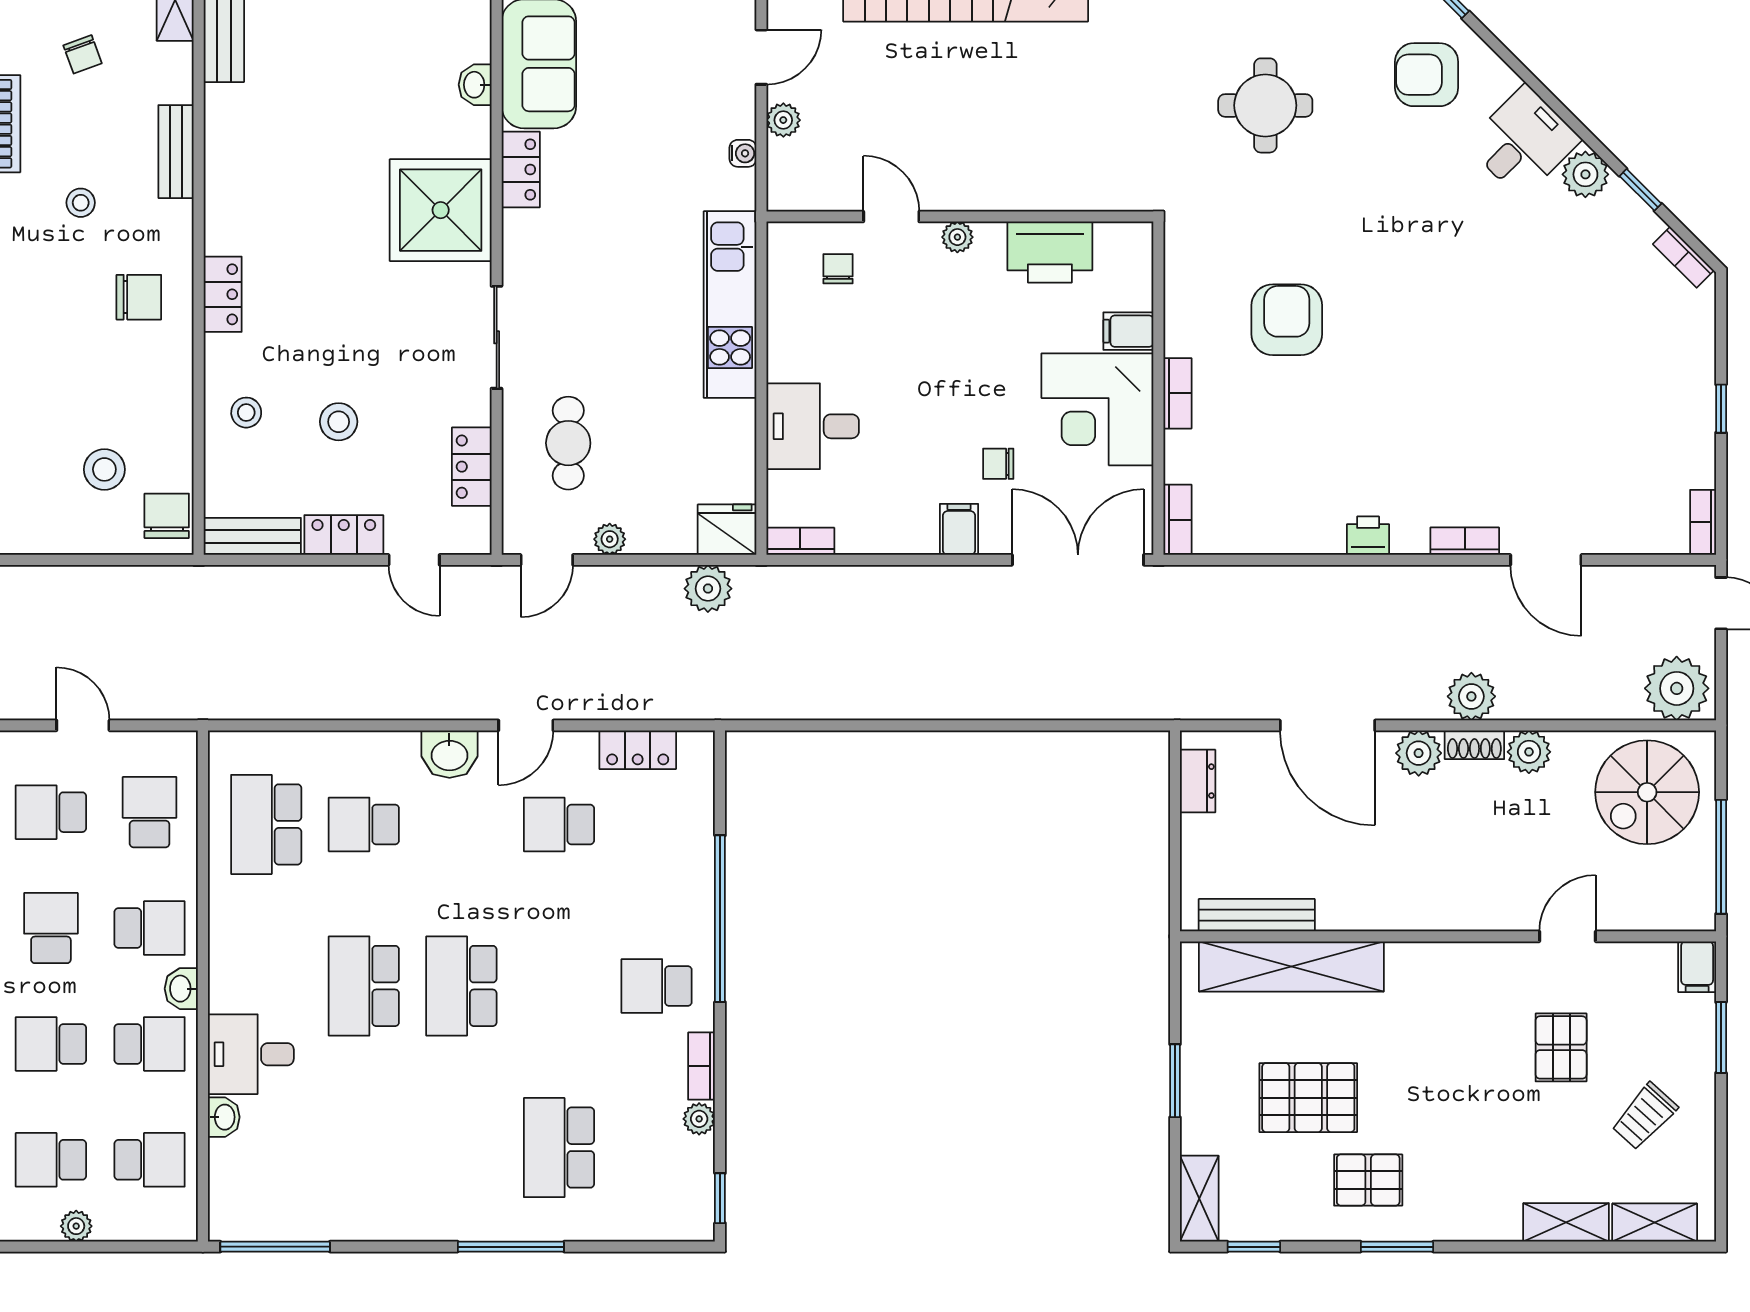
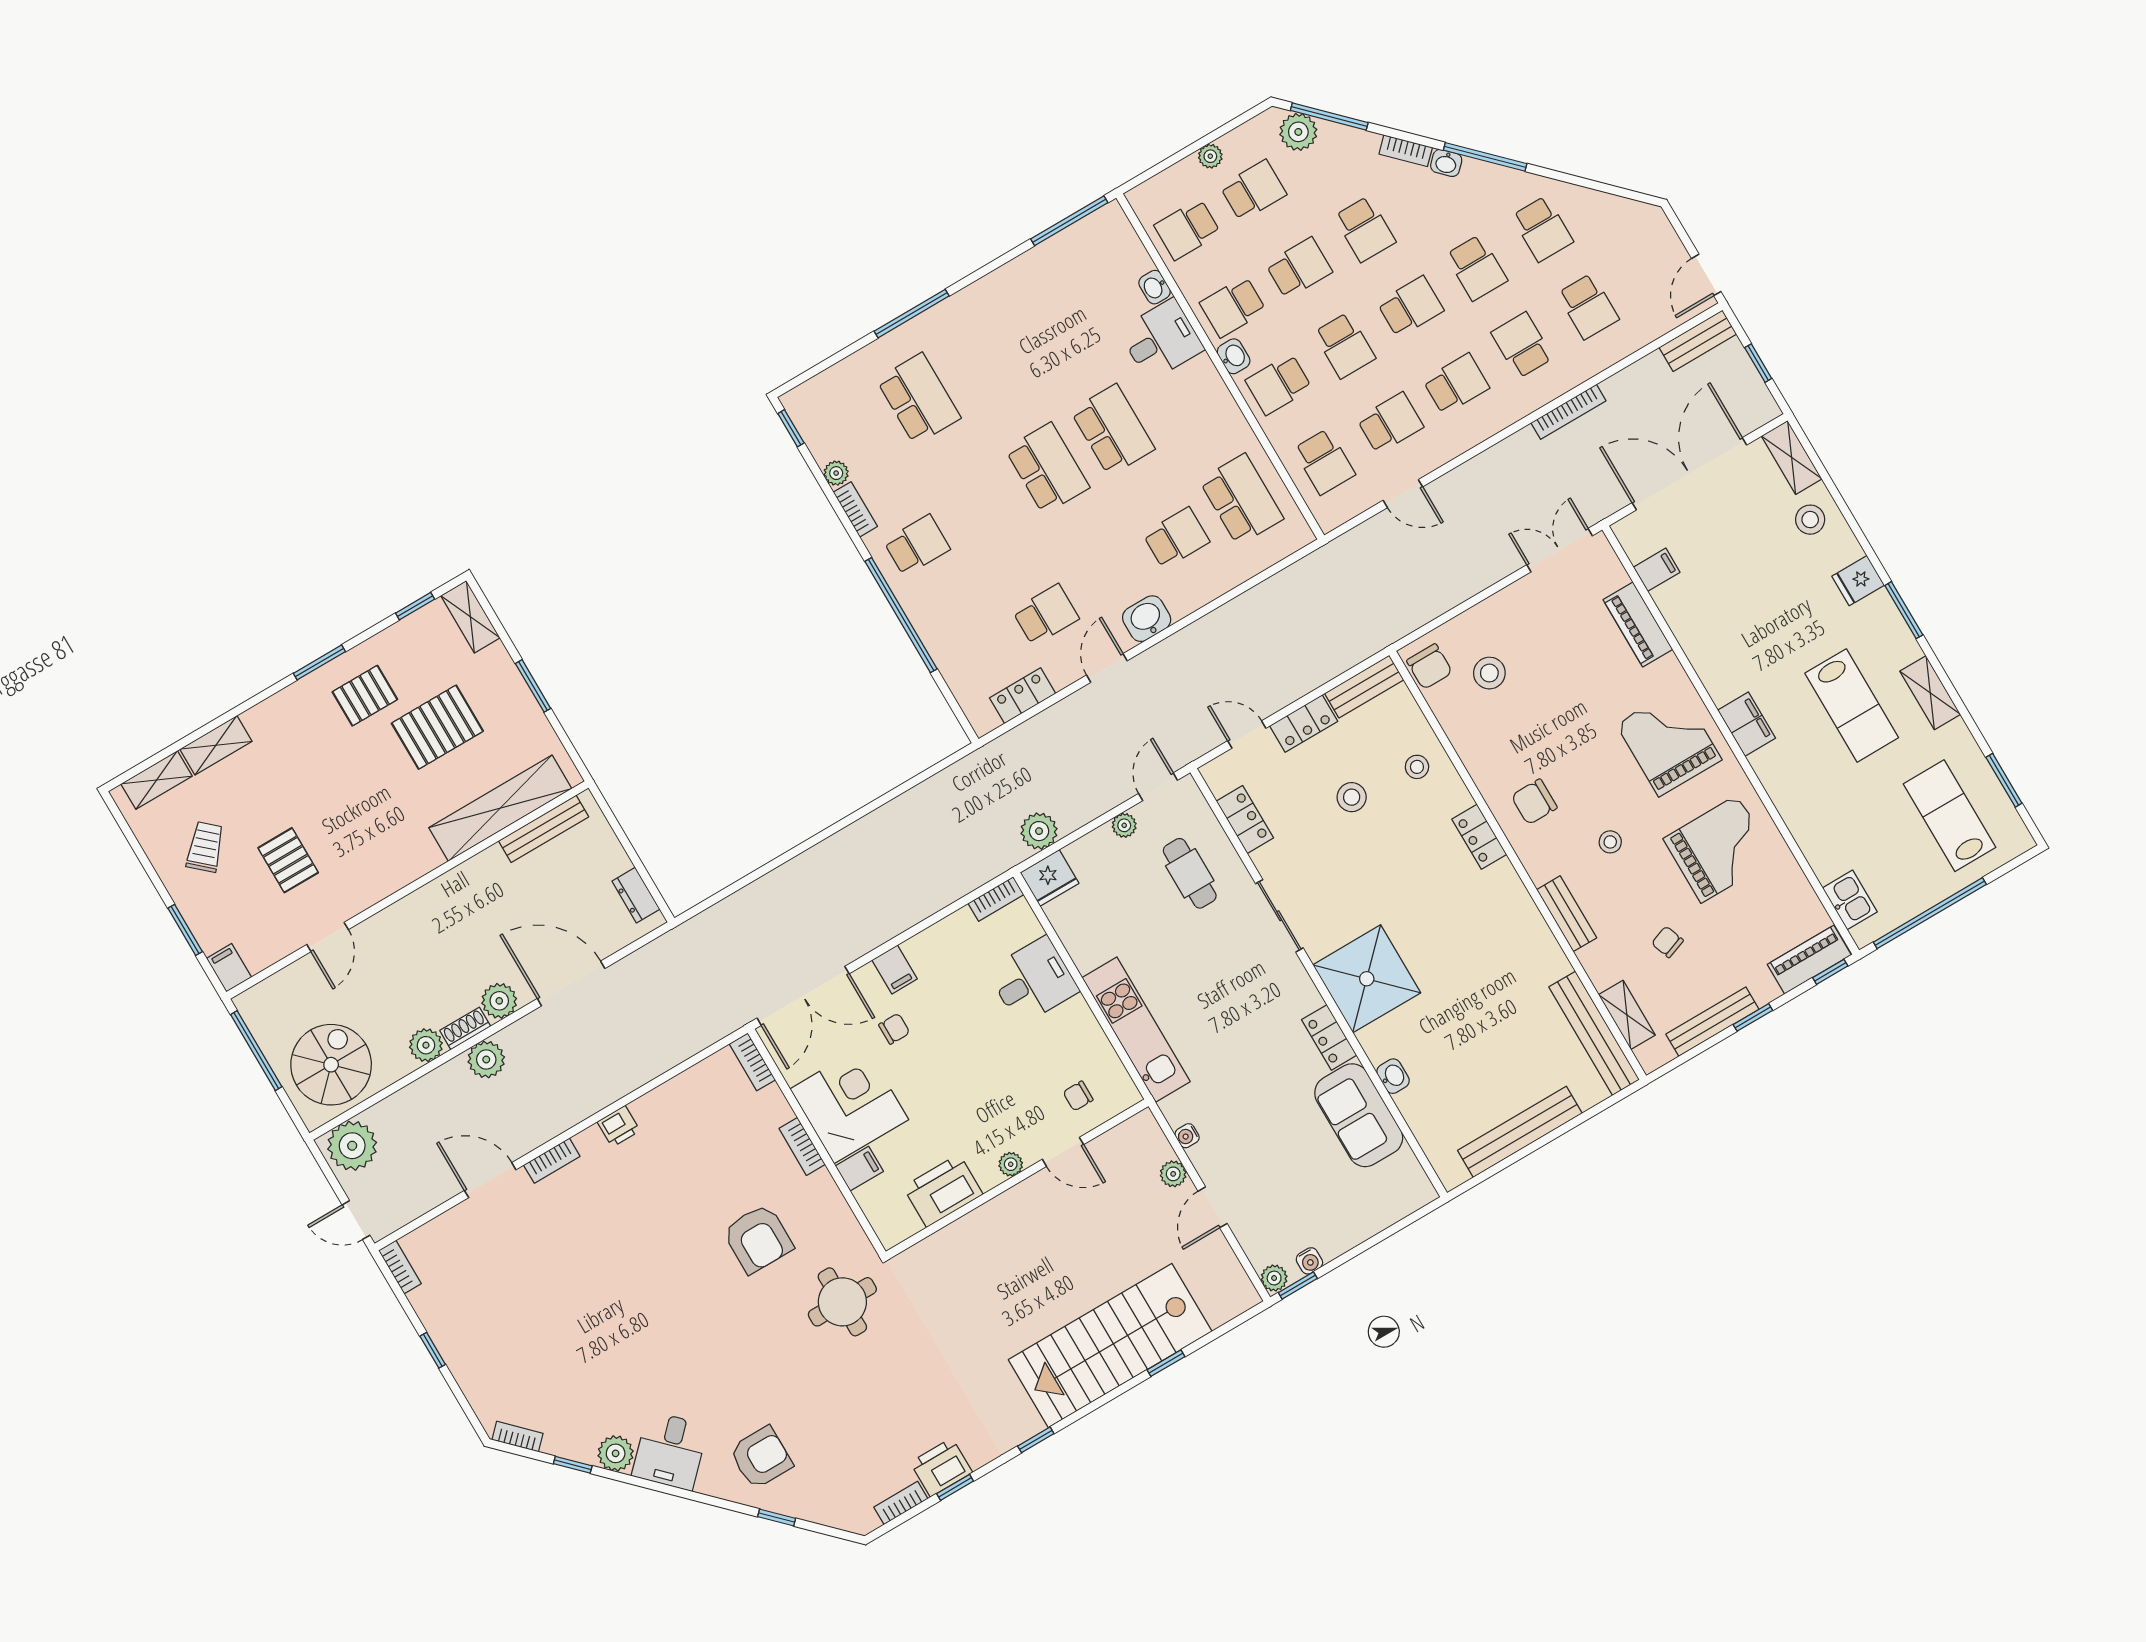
round table: (1265, 105) -> (842, 1302), moved
chair: (838, 269) -> (1078, 1096), turned 90

